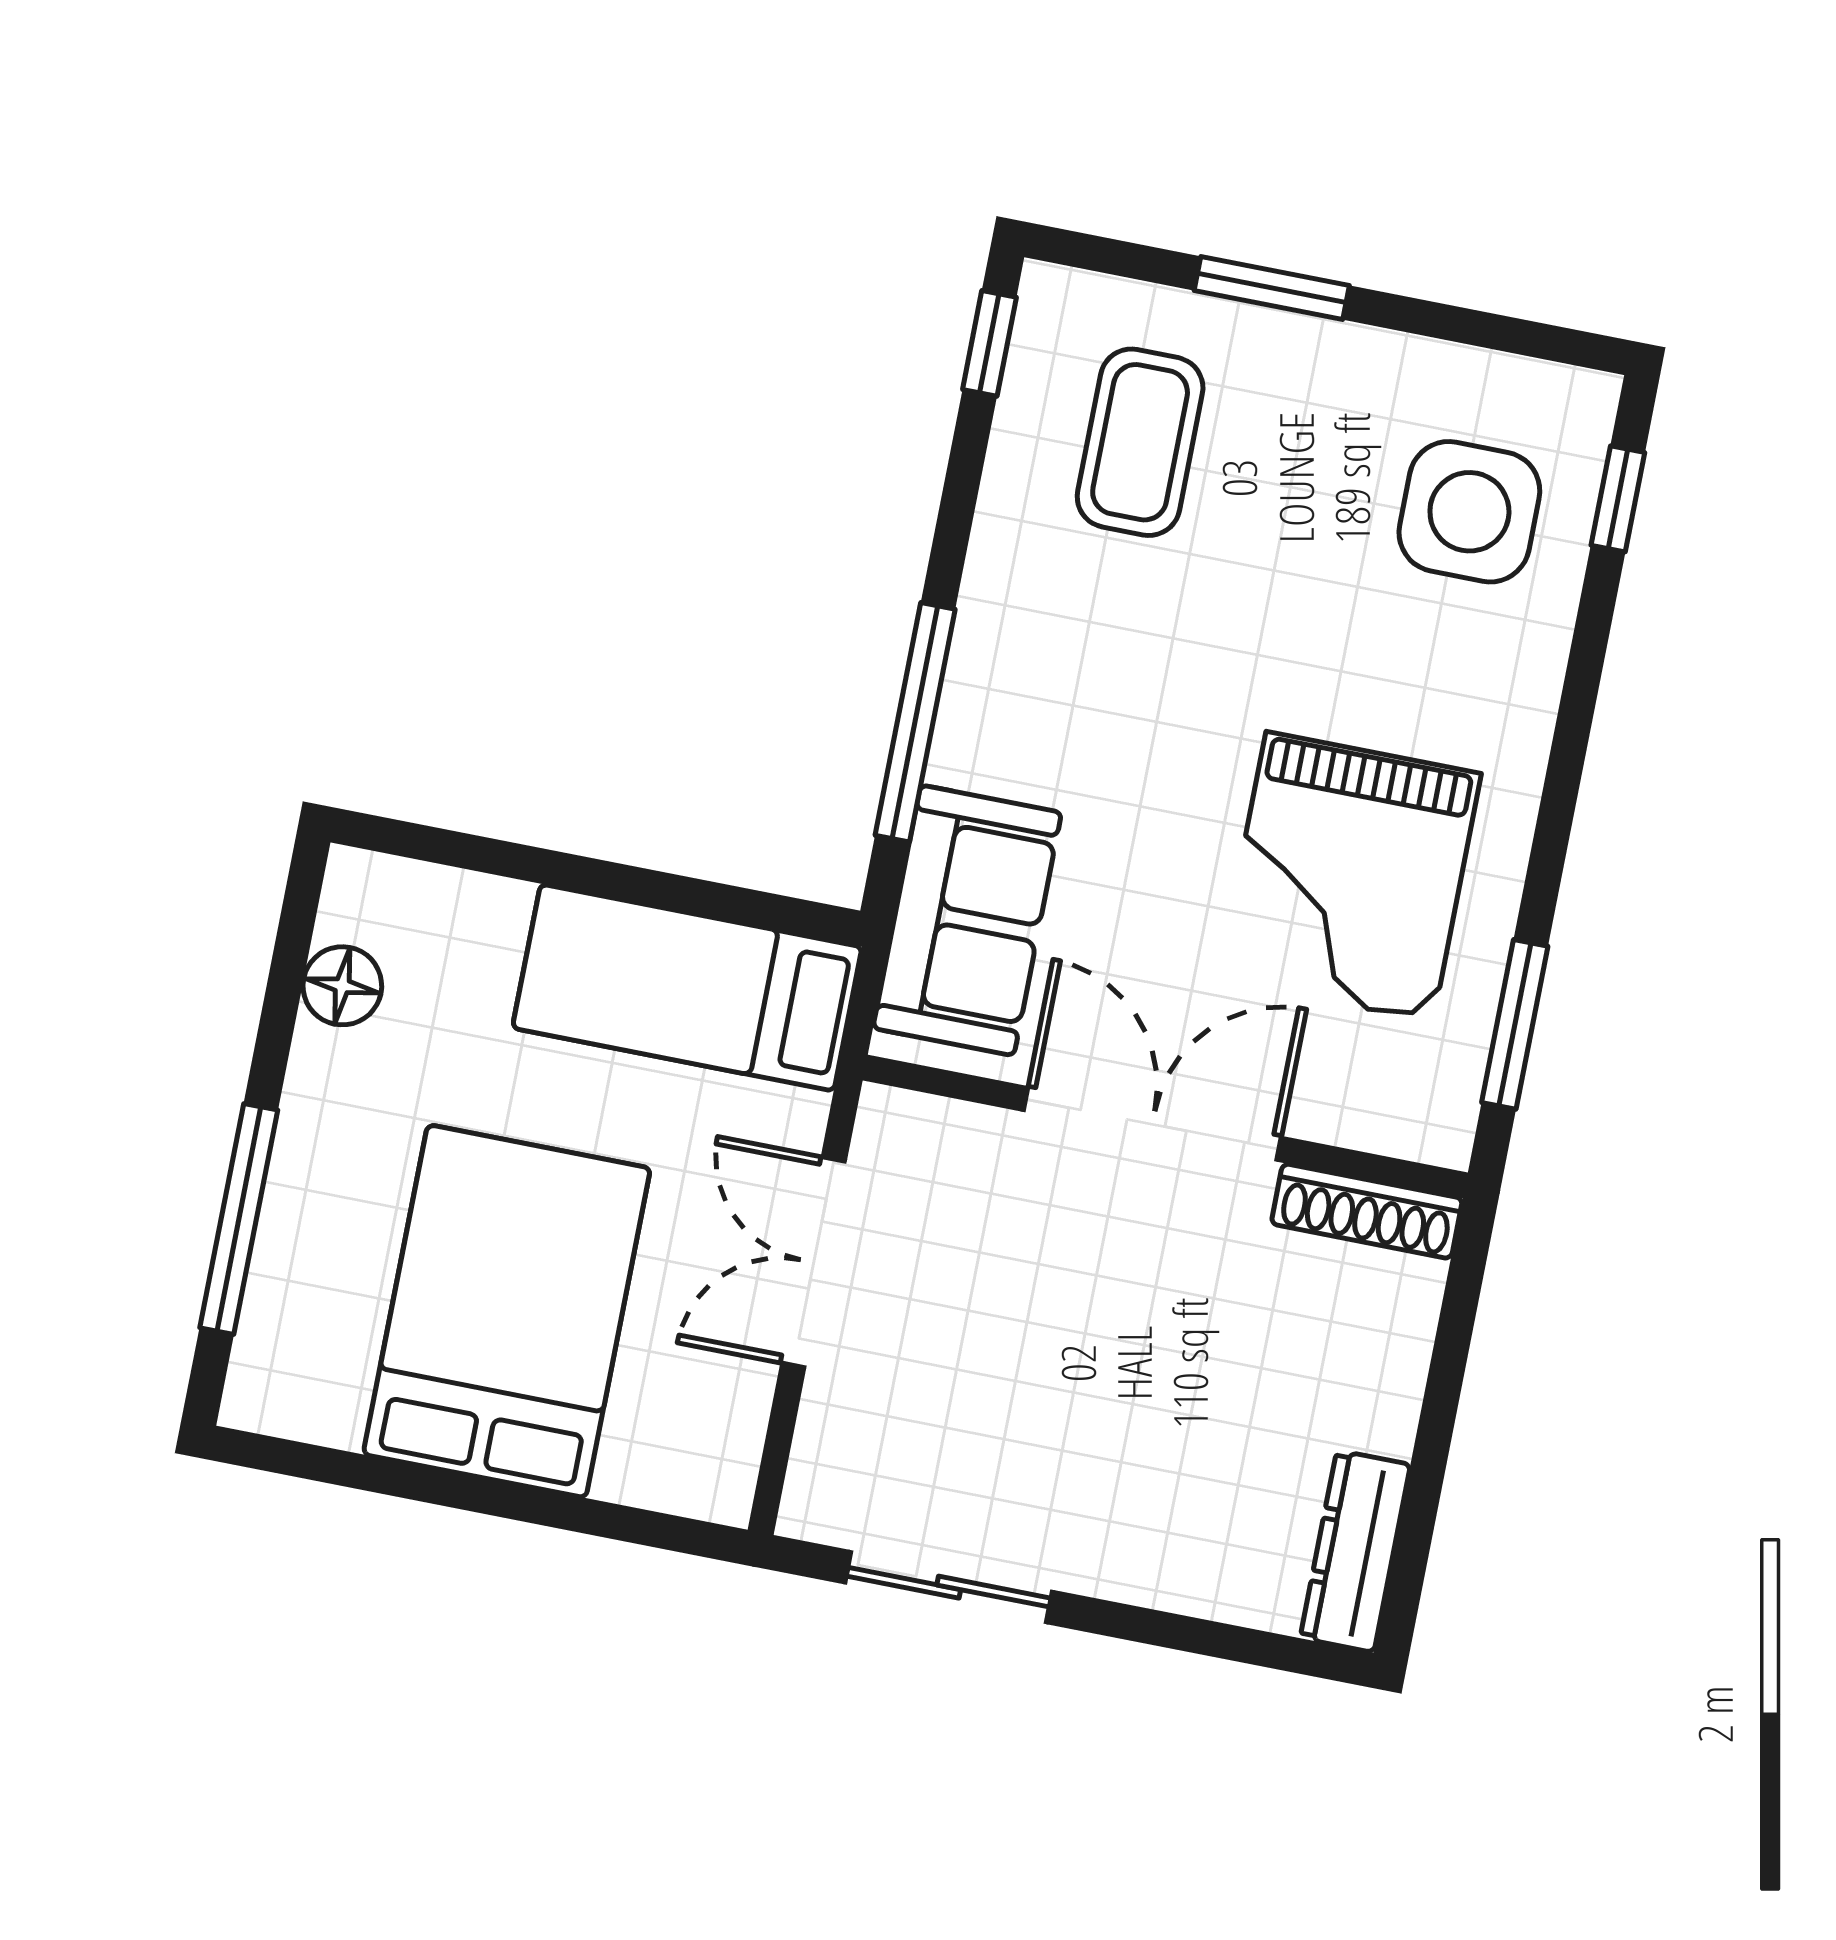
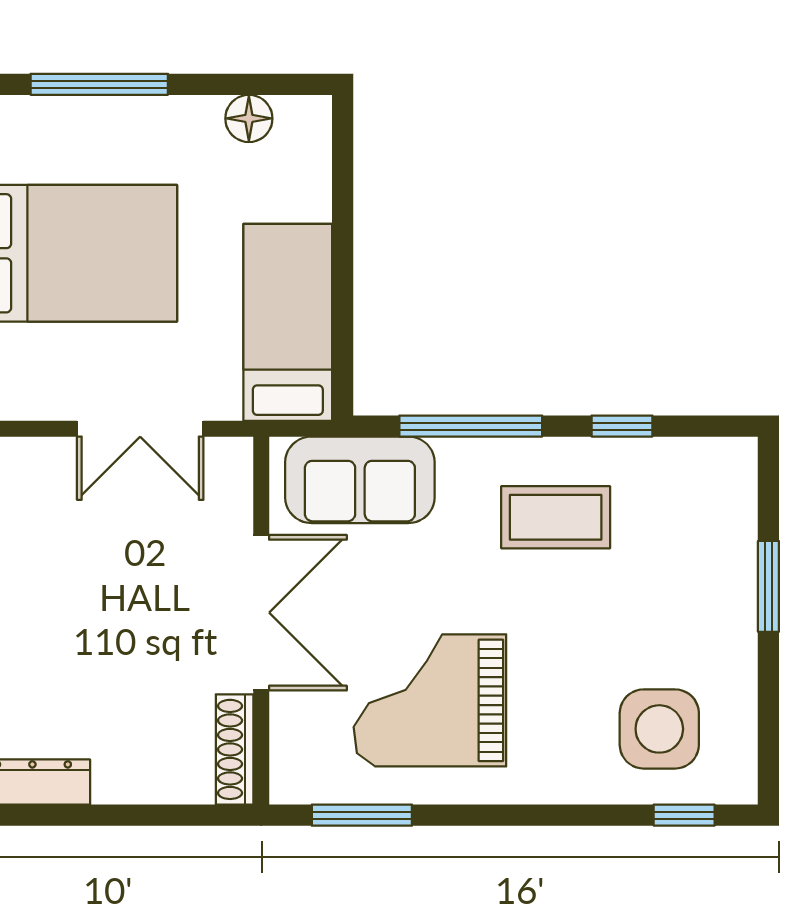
window: (989, 343) -> (622, 426), moved
coffee table: (1140, 442) -> (556, 517), moved
double door: (814, 1262) -> (140, 429), swing flipped

